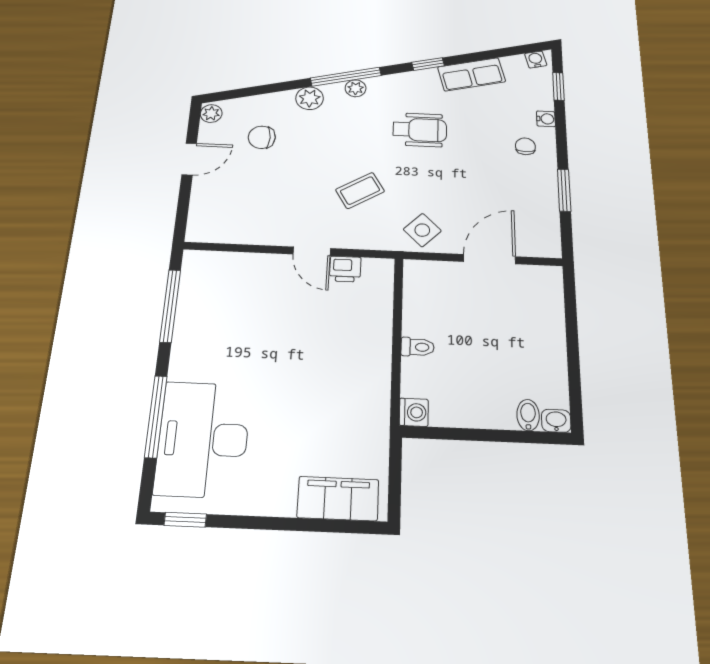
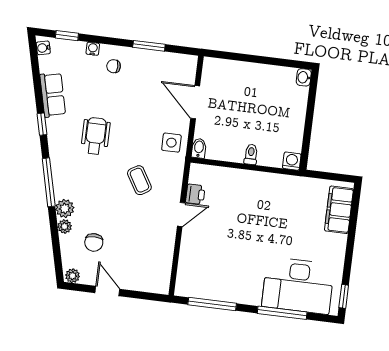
plant: (356, 88) -> (65, 226), moved
side table: (422, 230) -> (171, 143), turned 45
bidet: (528, 415) -> (199, 148), moved, turned 90

